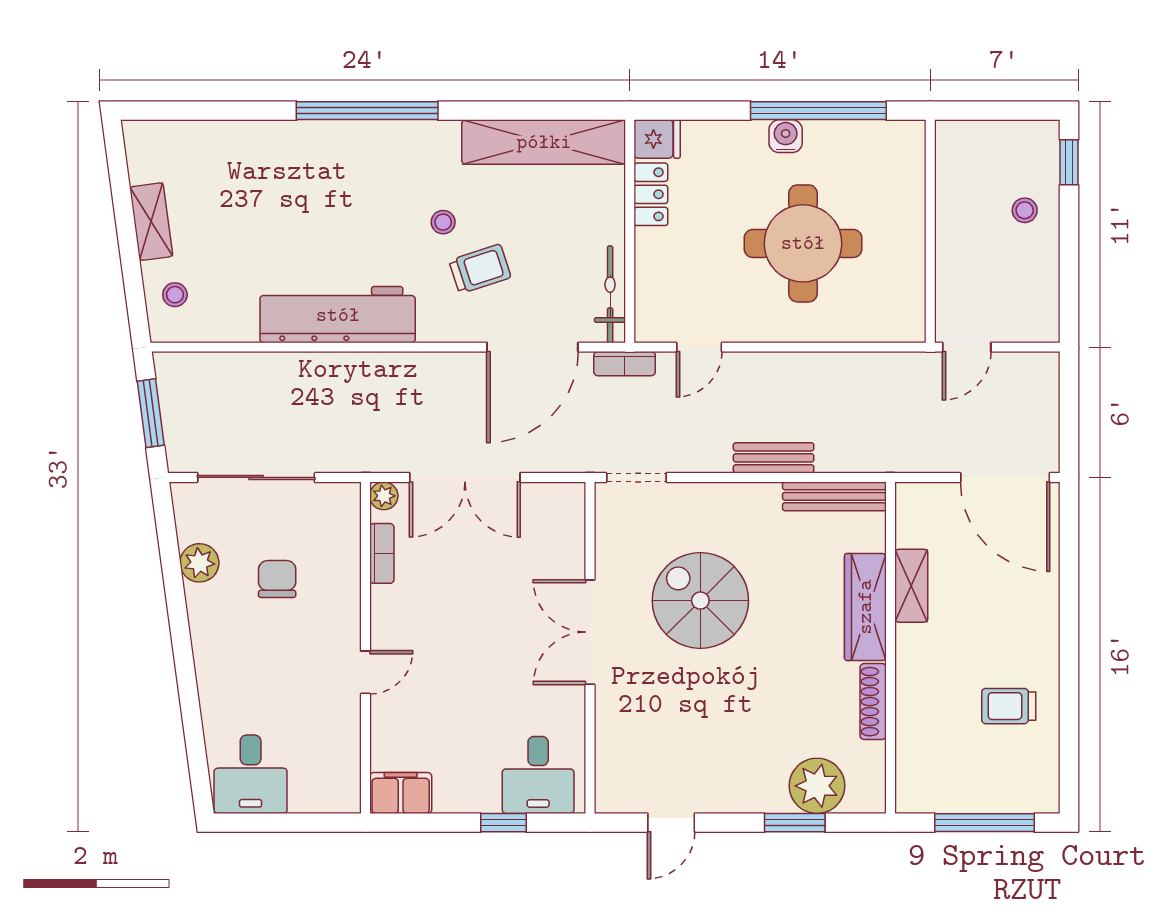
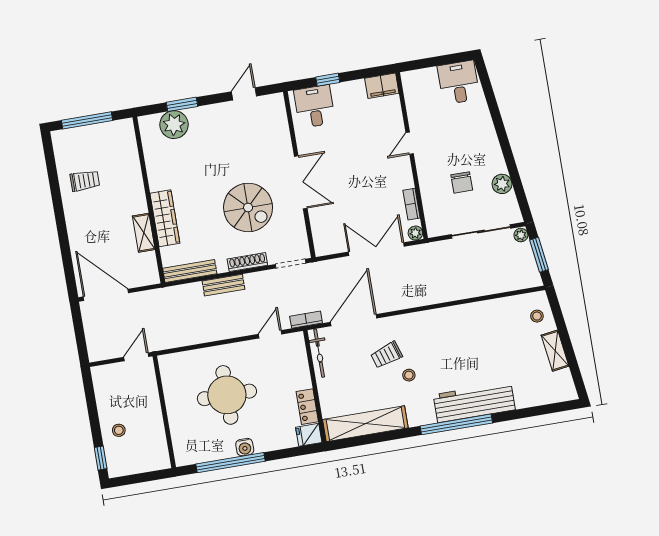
workbench: (338, 315) -> (474, 402), moved, turned 180
plant: (180, 457) -> (521, 235), added
shoe rack: (873, 702) -> (247, 262), moved, turned -90

